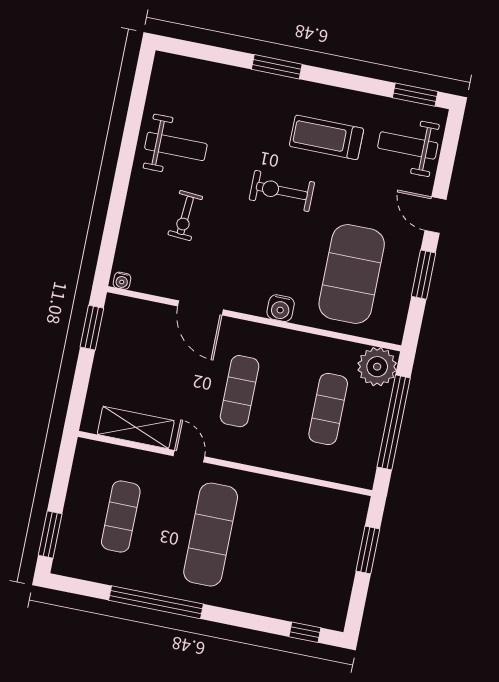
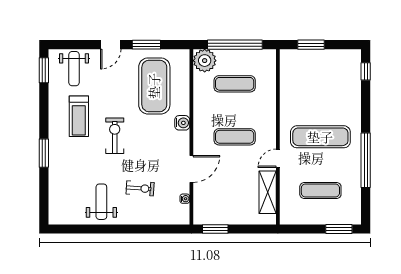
exercise bike: (282, 191) -> (115, 136), turned 180
exercise mat: (352, 274) -> (154, 86), turned 90
water cooler: (122, 281) -> (185, 199), moved

